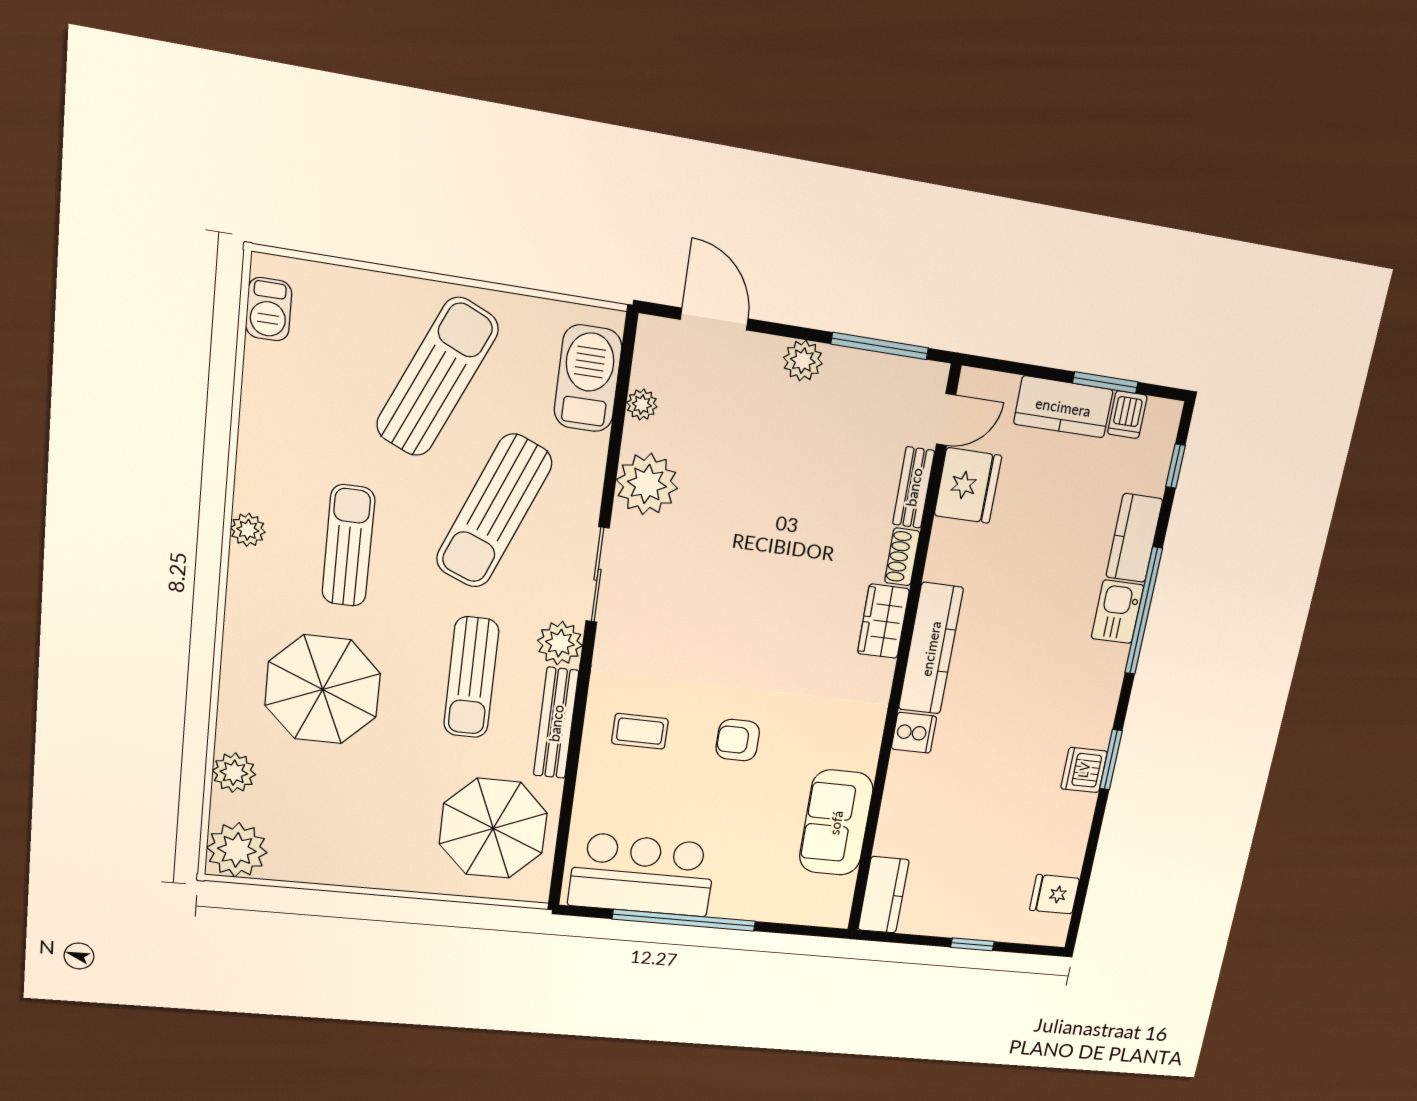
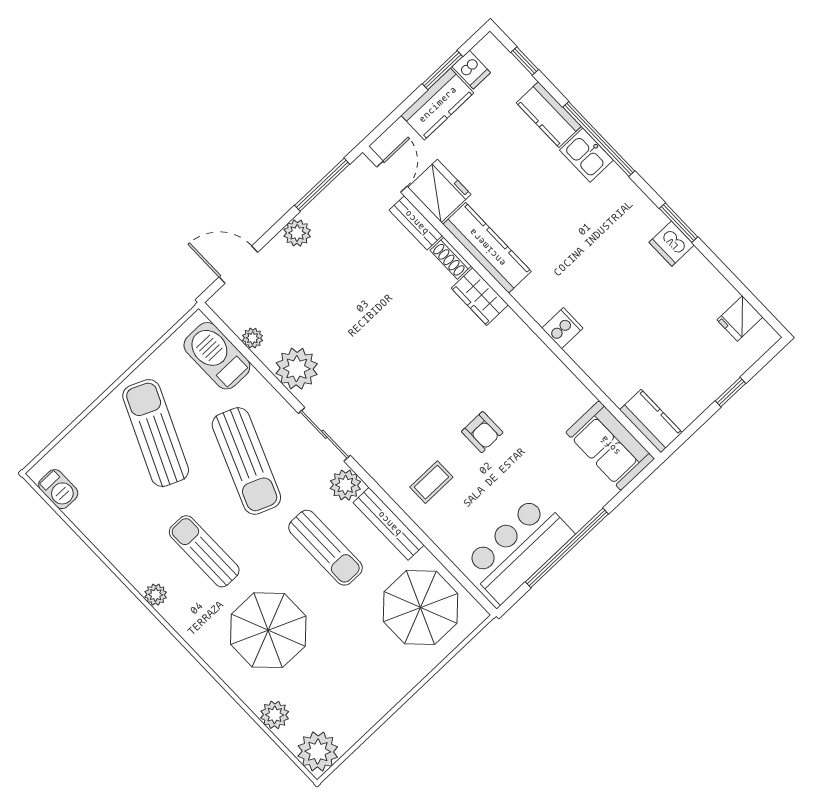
kitchen counter: (931, 649) -> (487, 248), moved
armchair: (738, 740) -> (482, 432), turned -90
sofa: (836, 823) -> (610, 446), moved

